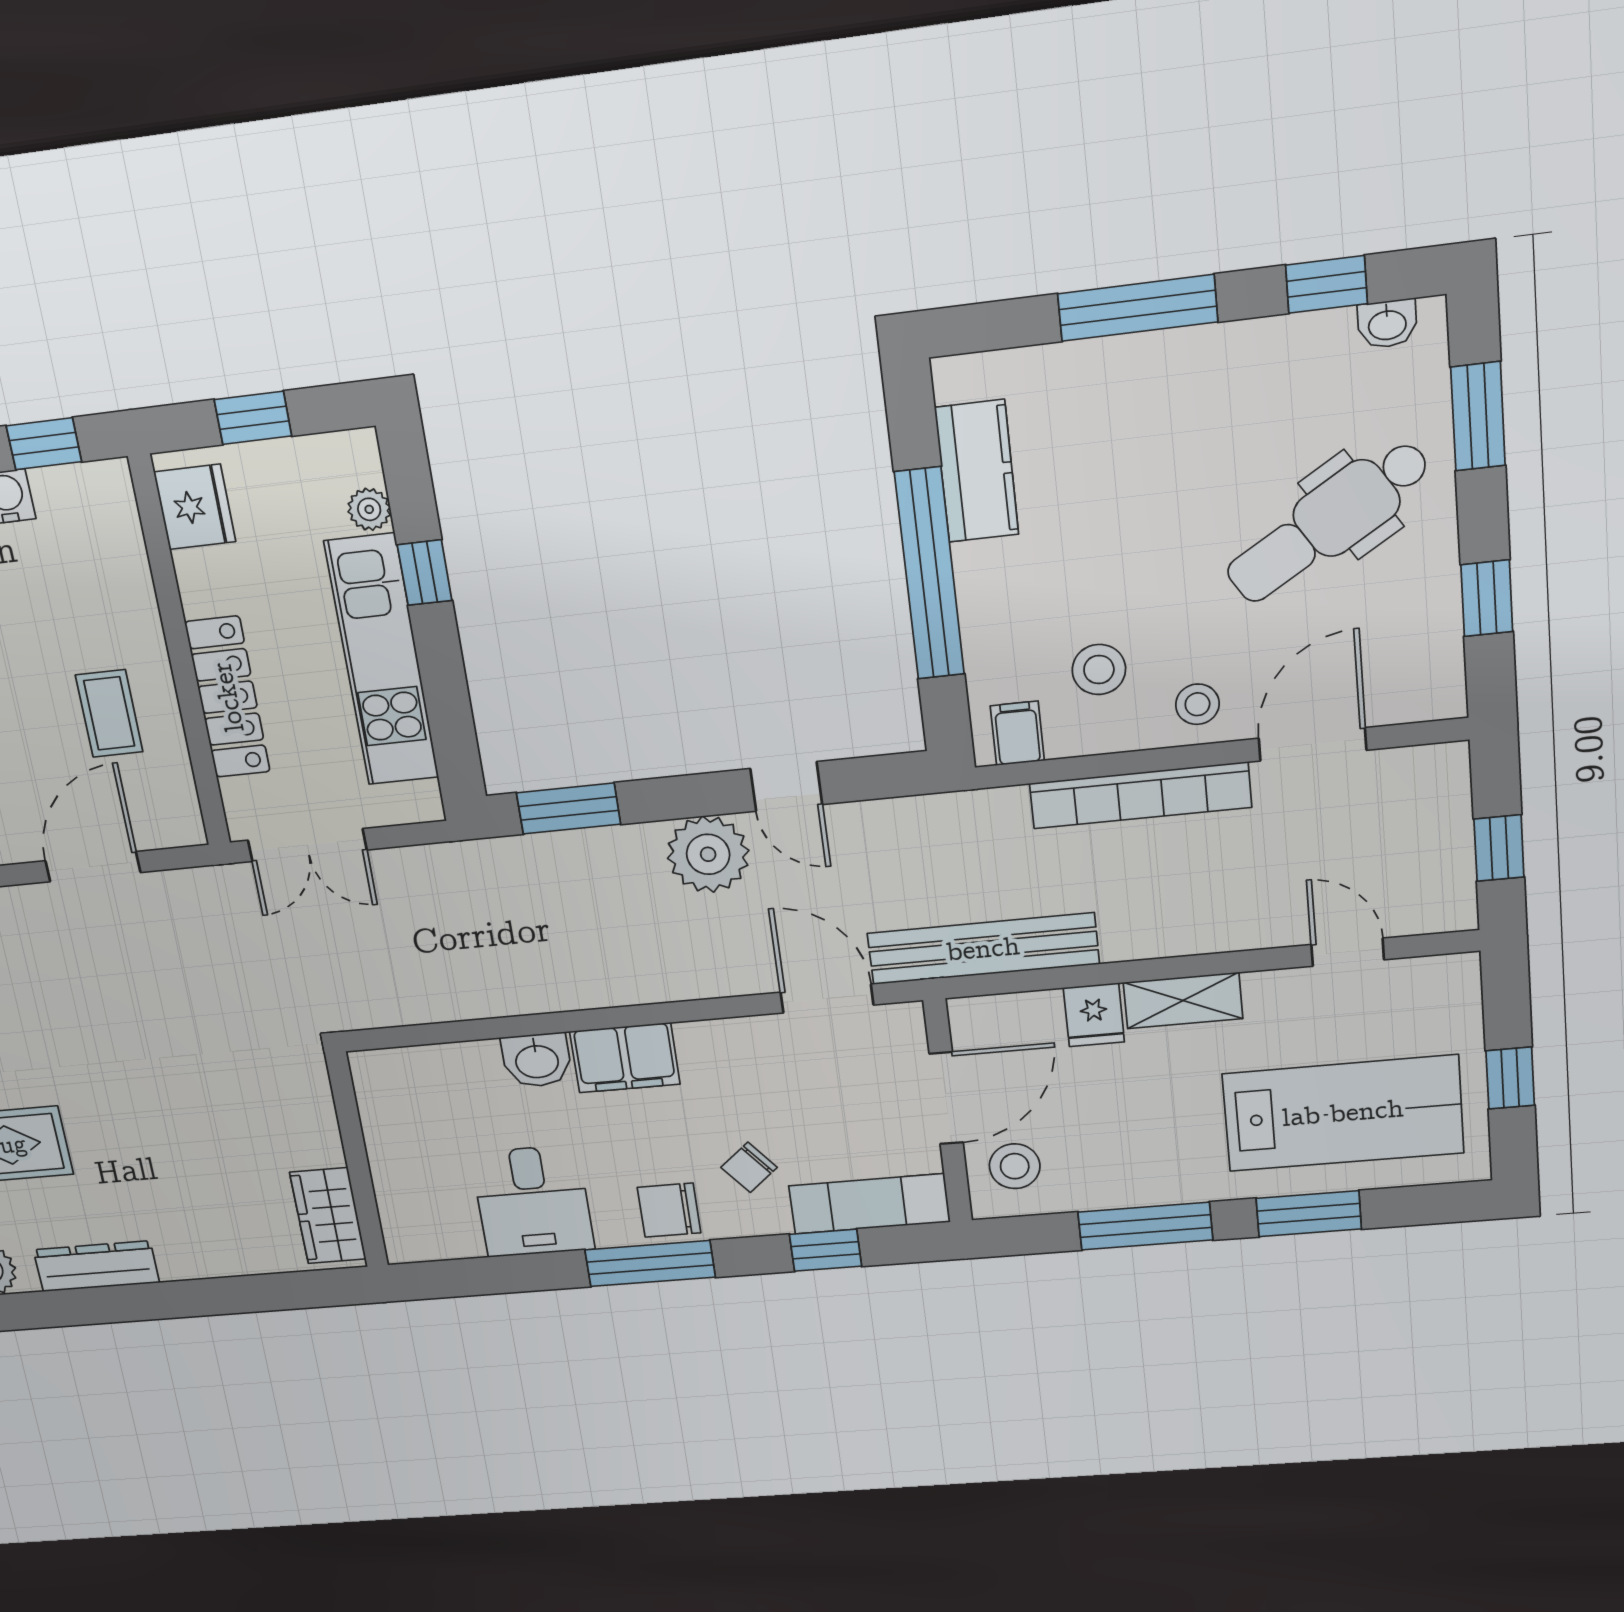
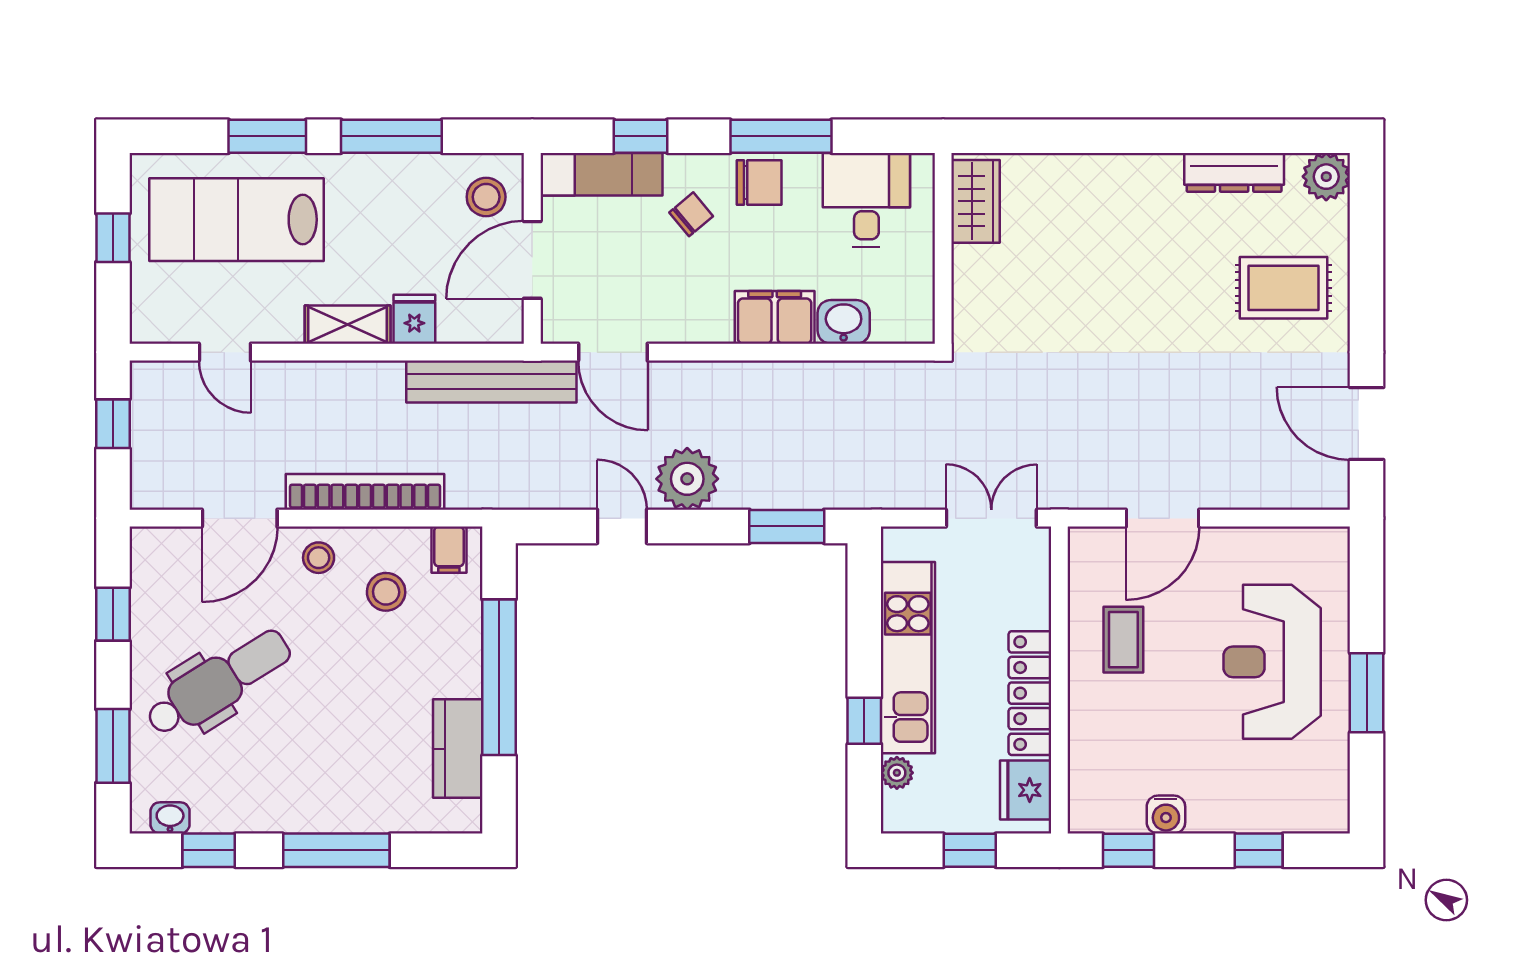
locker: (228, 697) -> (1030, 693), moved
wall: (357, 1161) -> (943, 248), moved
wardrobe: (328, 1216) -> (976, 201), moved

